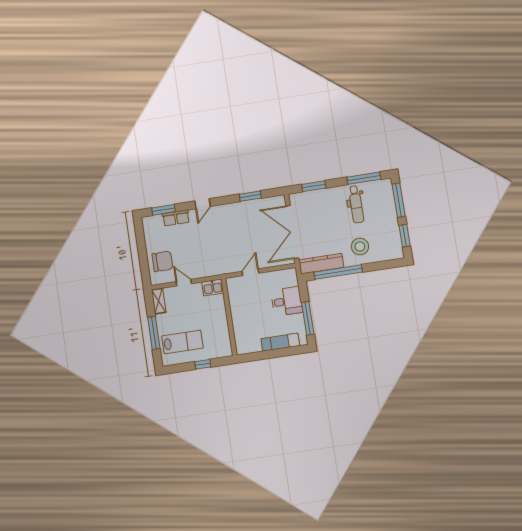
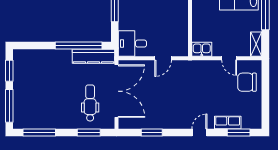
dental chair: (356, 204) -> (90, 103), moved
stool: (360, 247) -> (54, 67), removed
desk: (287, 301) -> (132, 44), moved

